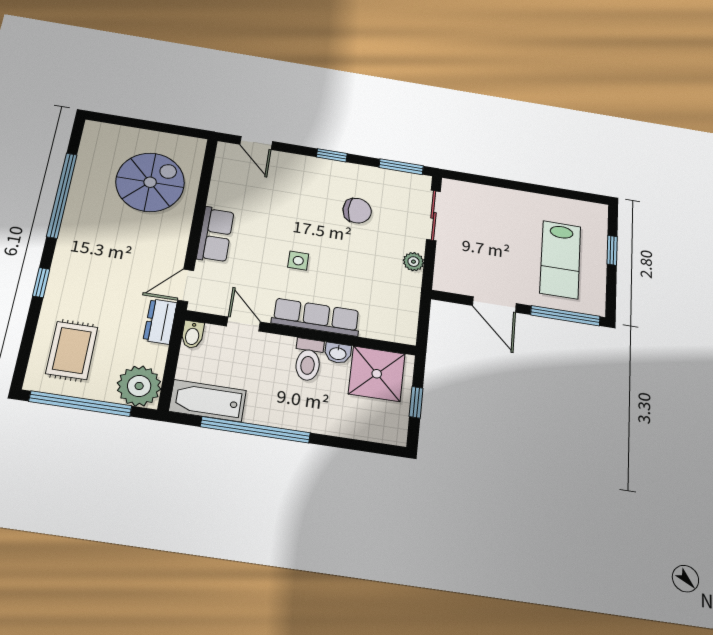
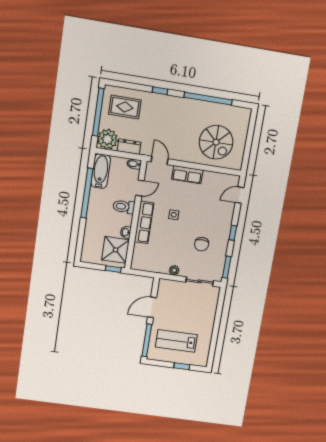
dresser: (160, 321) -> (129, 147), moved
toilet: (308, 360) -> (124, 207), moved
window: (416, 402) -> (113, 269), moved

